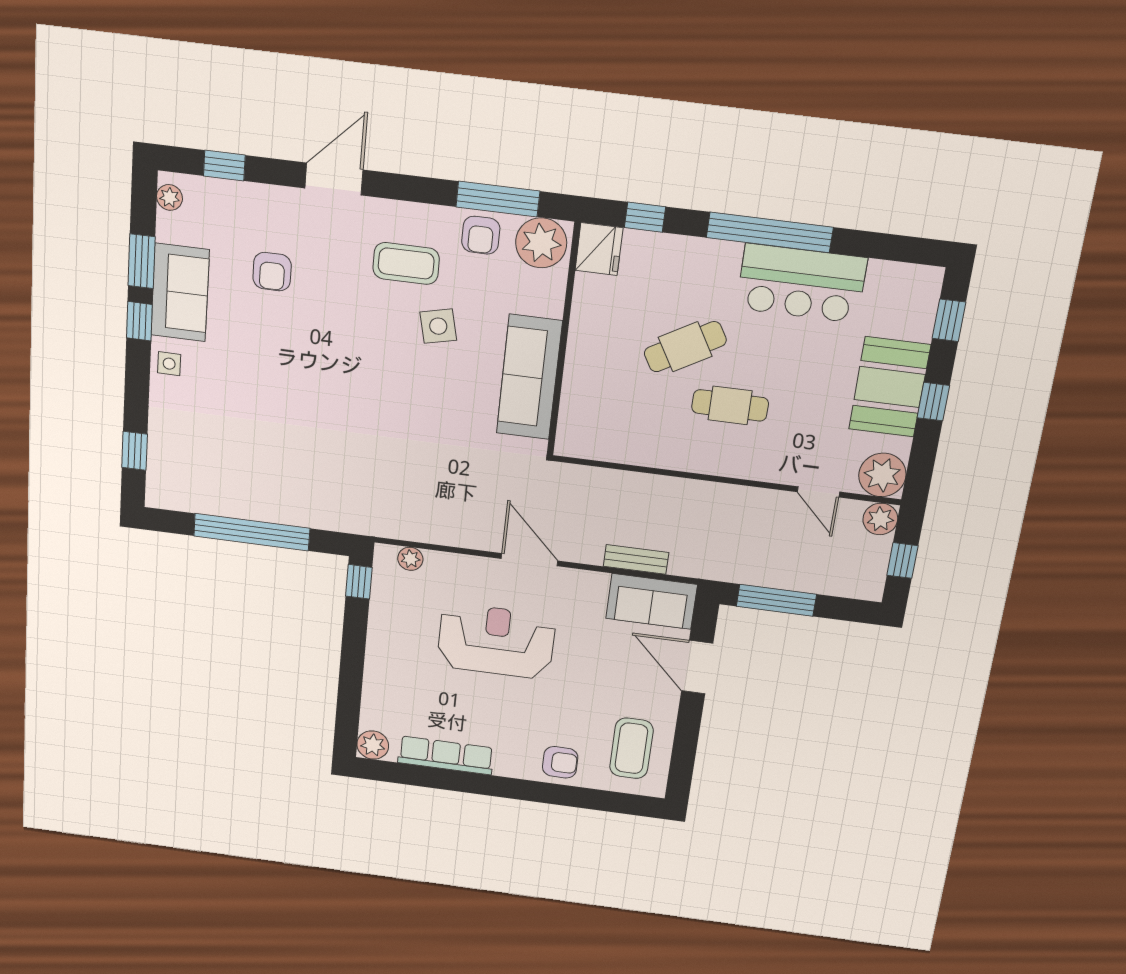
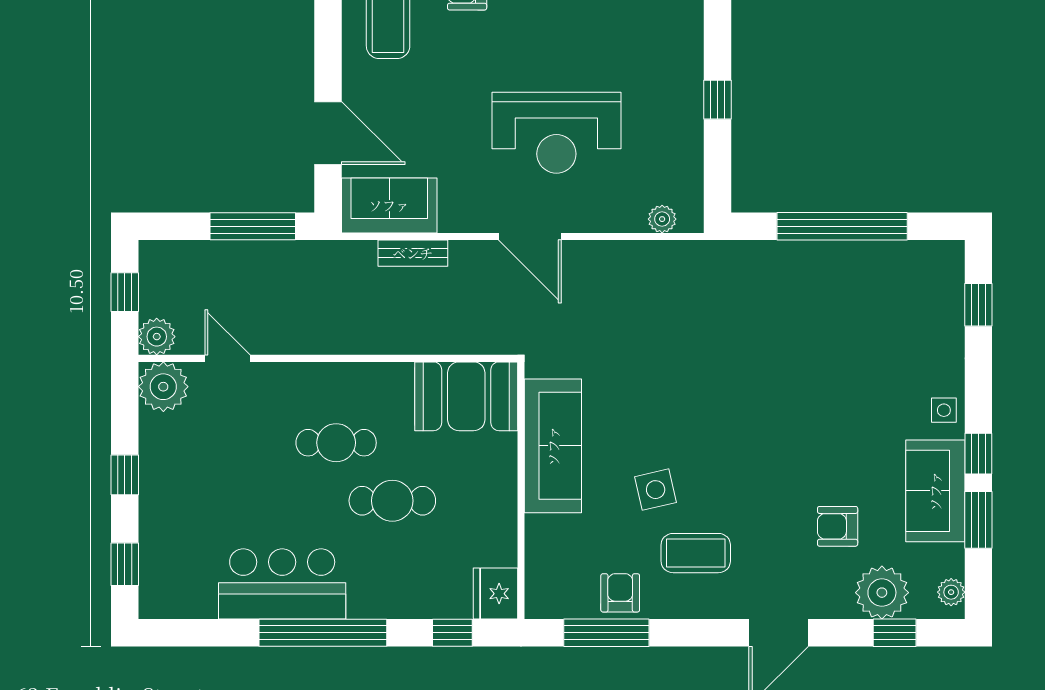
plant: (541, 243) -> (882, 593), moved
armchair: (272, 272) -> (838, 526), turned -90
cafe table: (685, 347) -> (392, 501), turned 30
booth: (890, 387) -> (466, 396), moved, turned 90
window: (359, 582) -> (718, 100), moved

